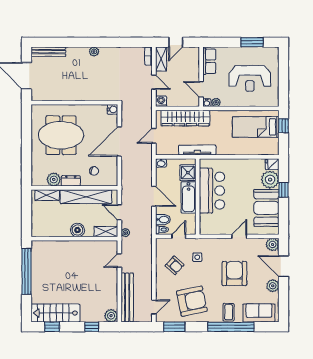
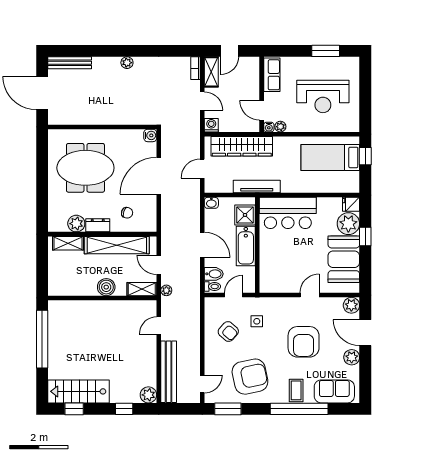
bar counter: (212, 191) -> (288, 213), moved, turned 90
armchair: (234, 274) -> (304, 342), turned 180

